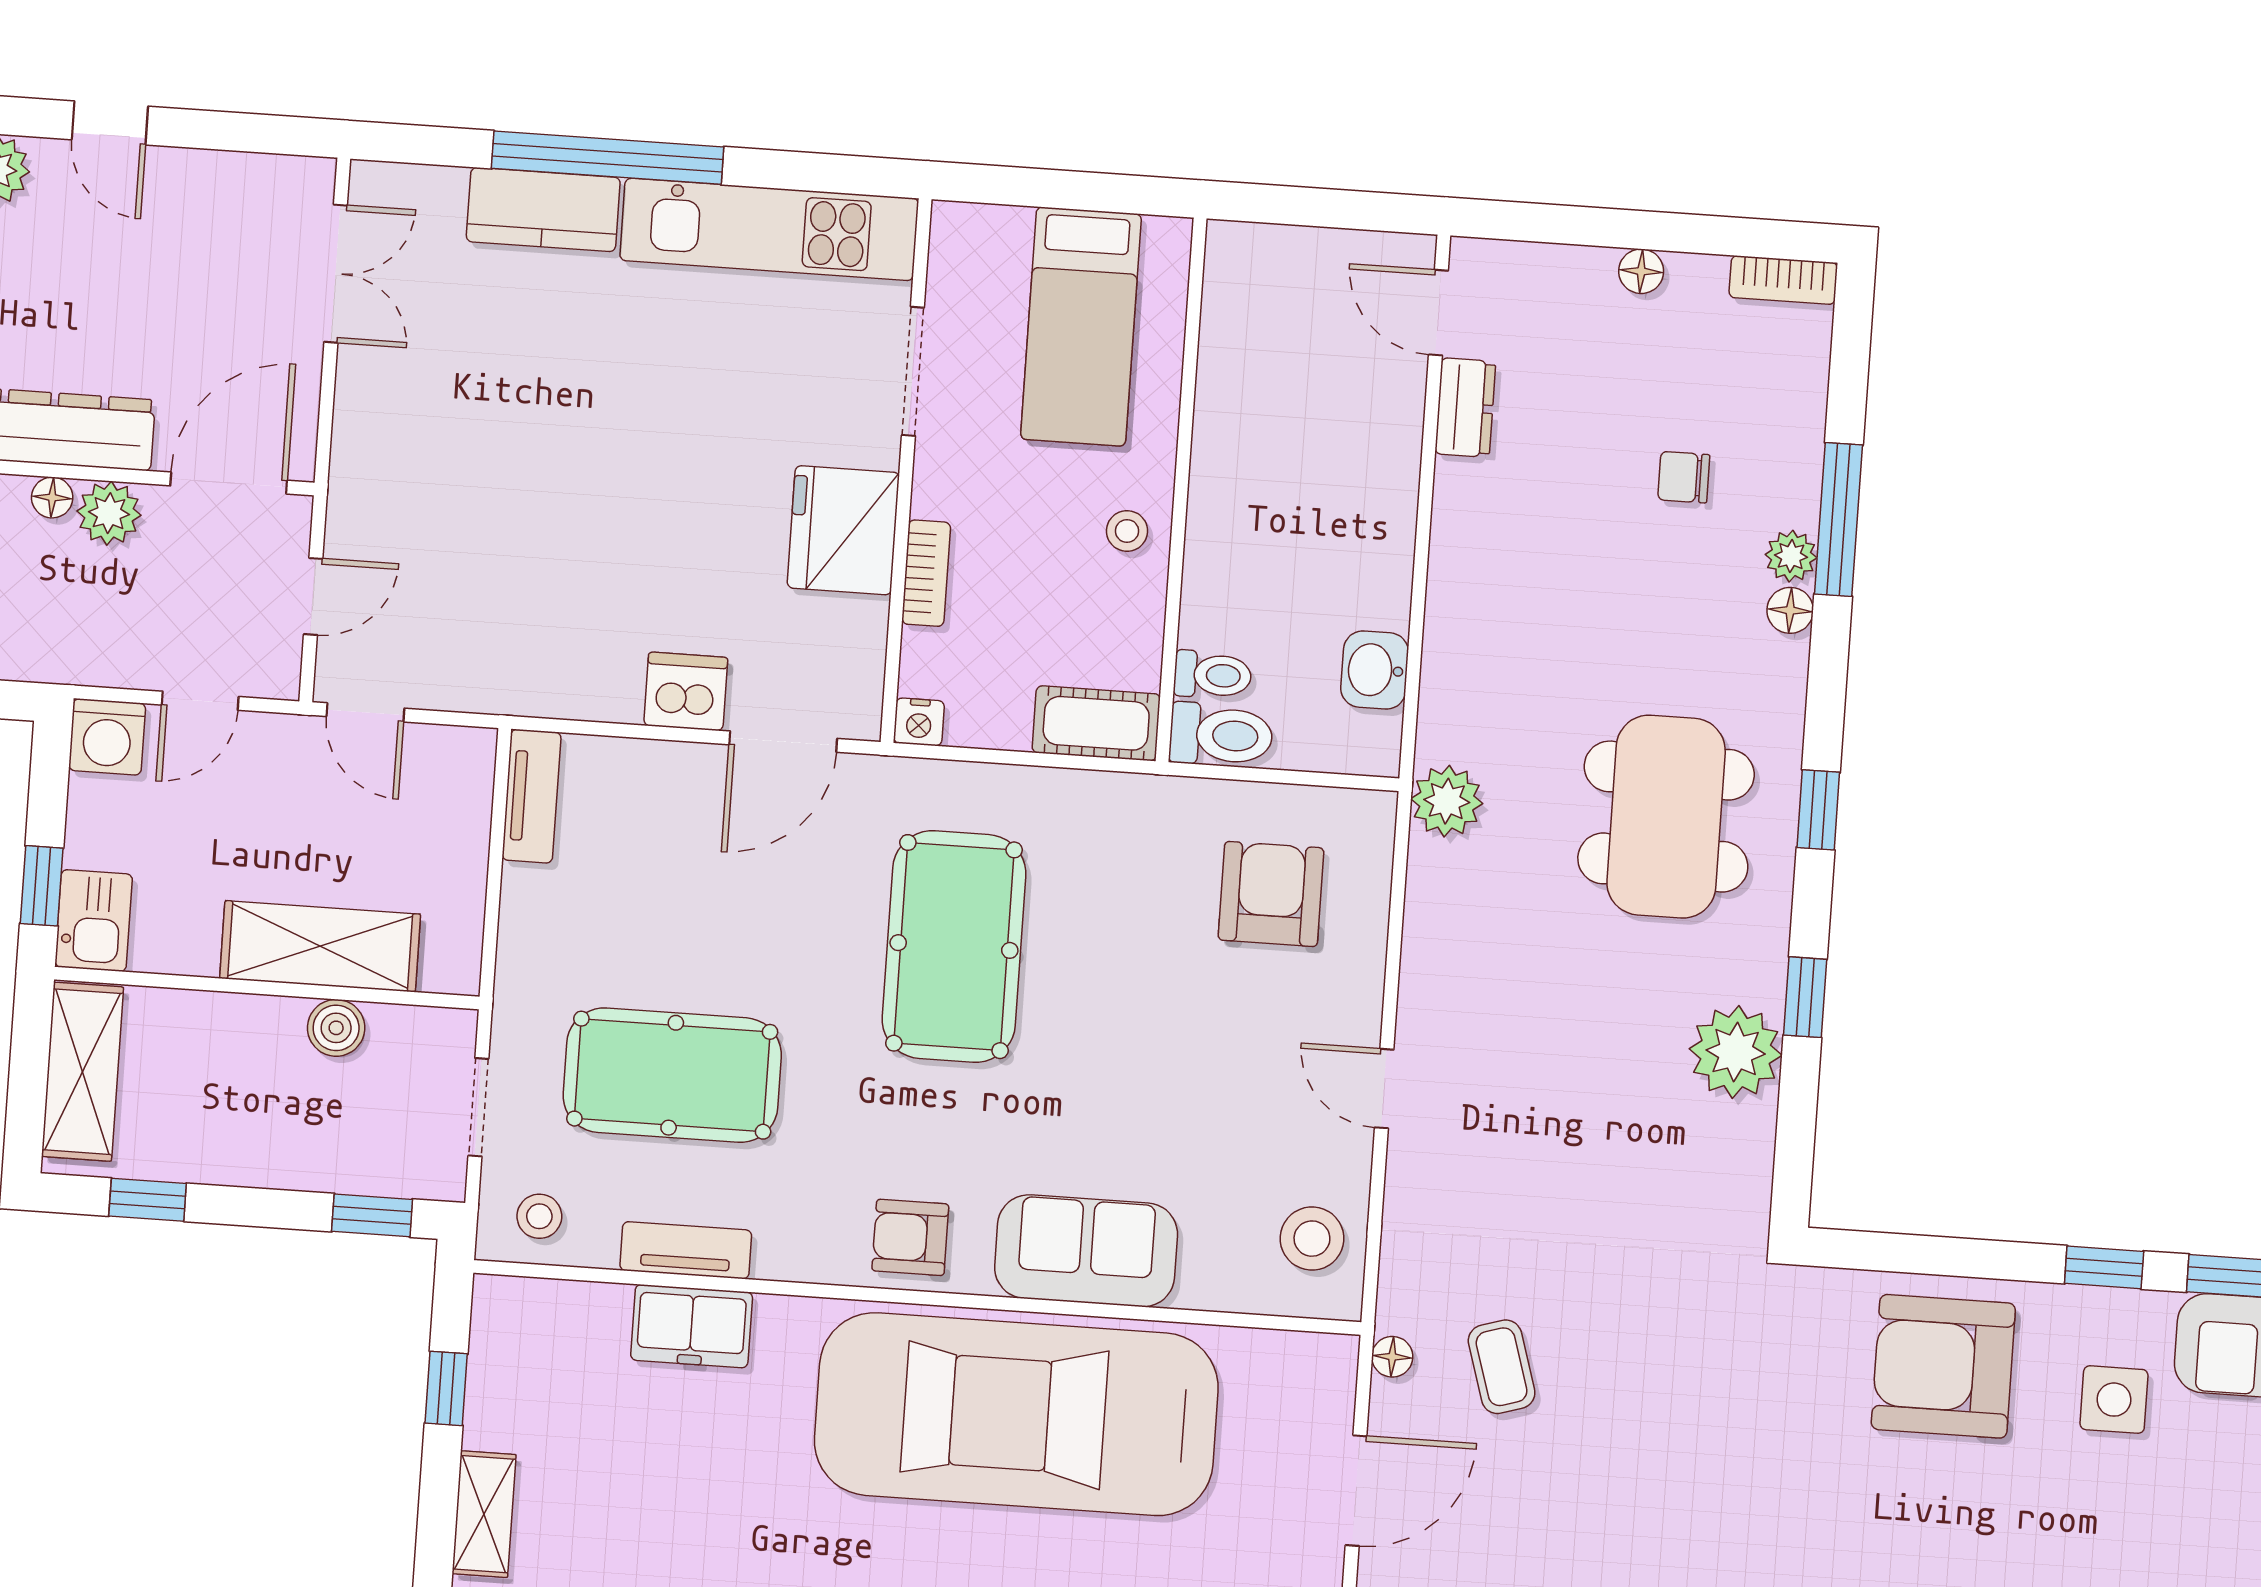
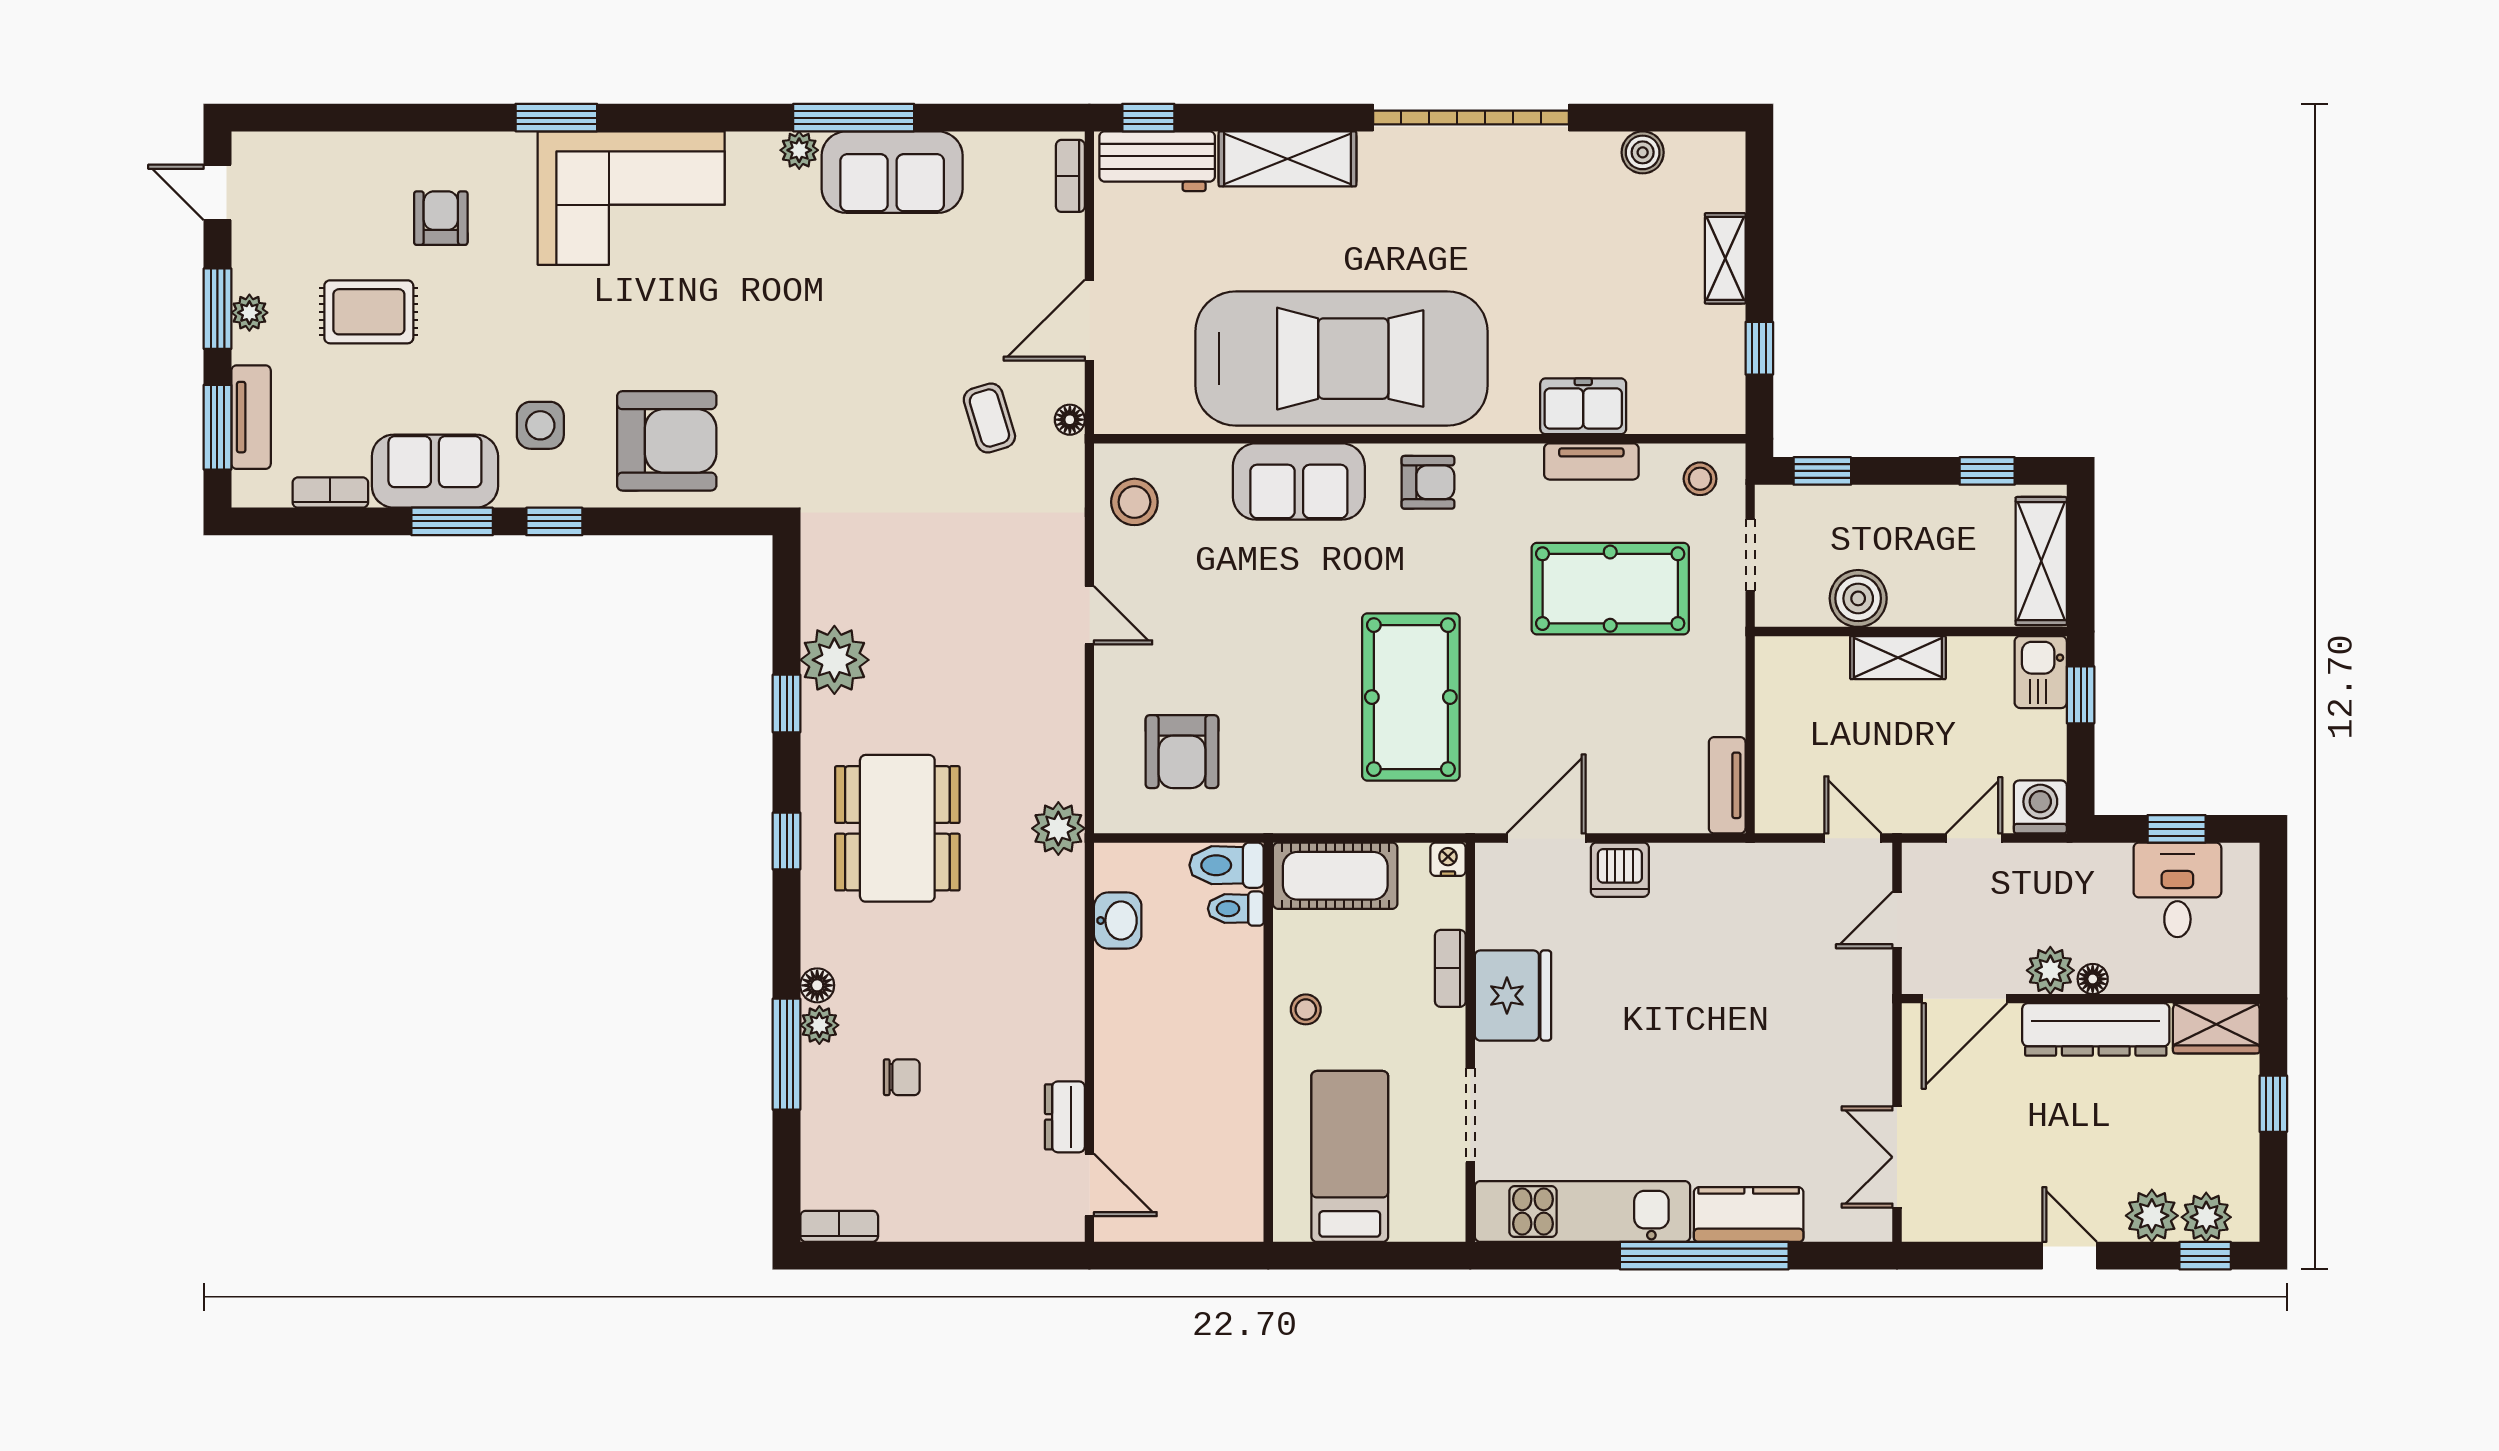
floor lamp: (1641, 271) -> (943, 1225), removed
cot: (1096, 723) -> (1335, 876), width x1.37, depth x1.34
shelving: (320, 946) -> (1898, 658), width x0.67, depth x0.75
boiler: (336, 1028) -> (1858, 598), width x1.36, depth x1.36

